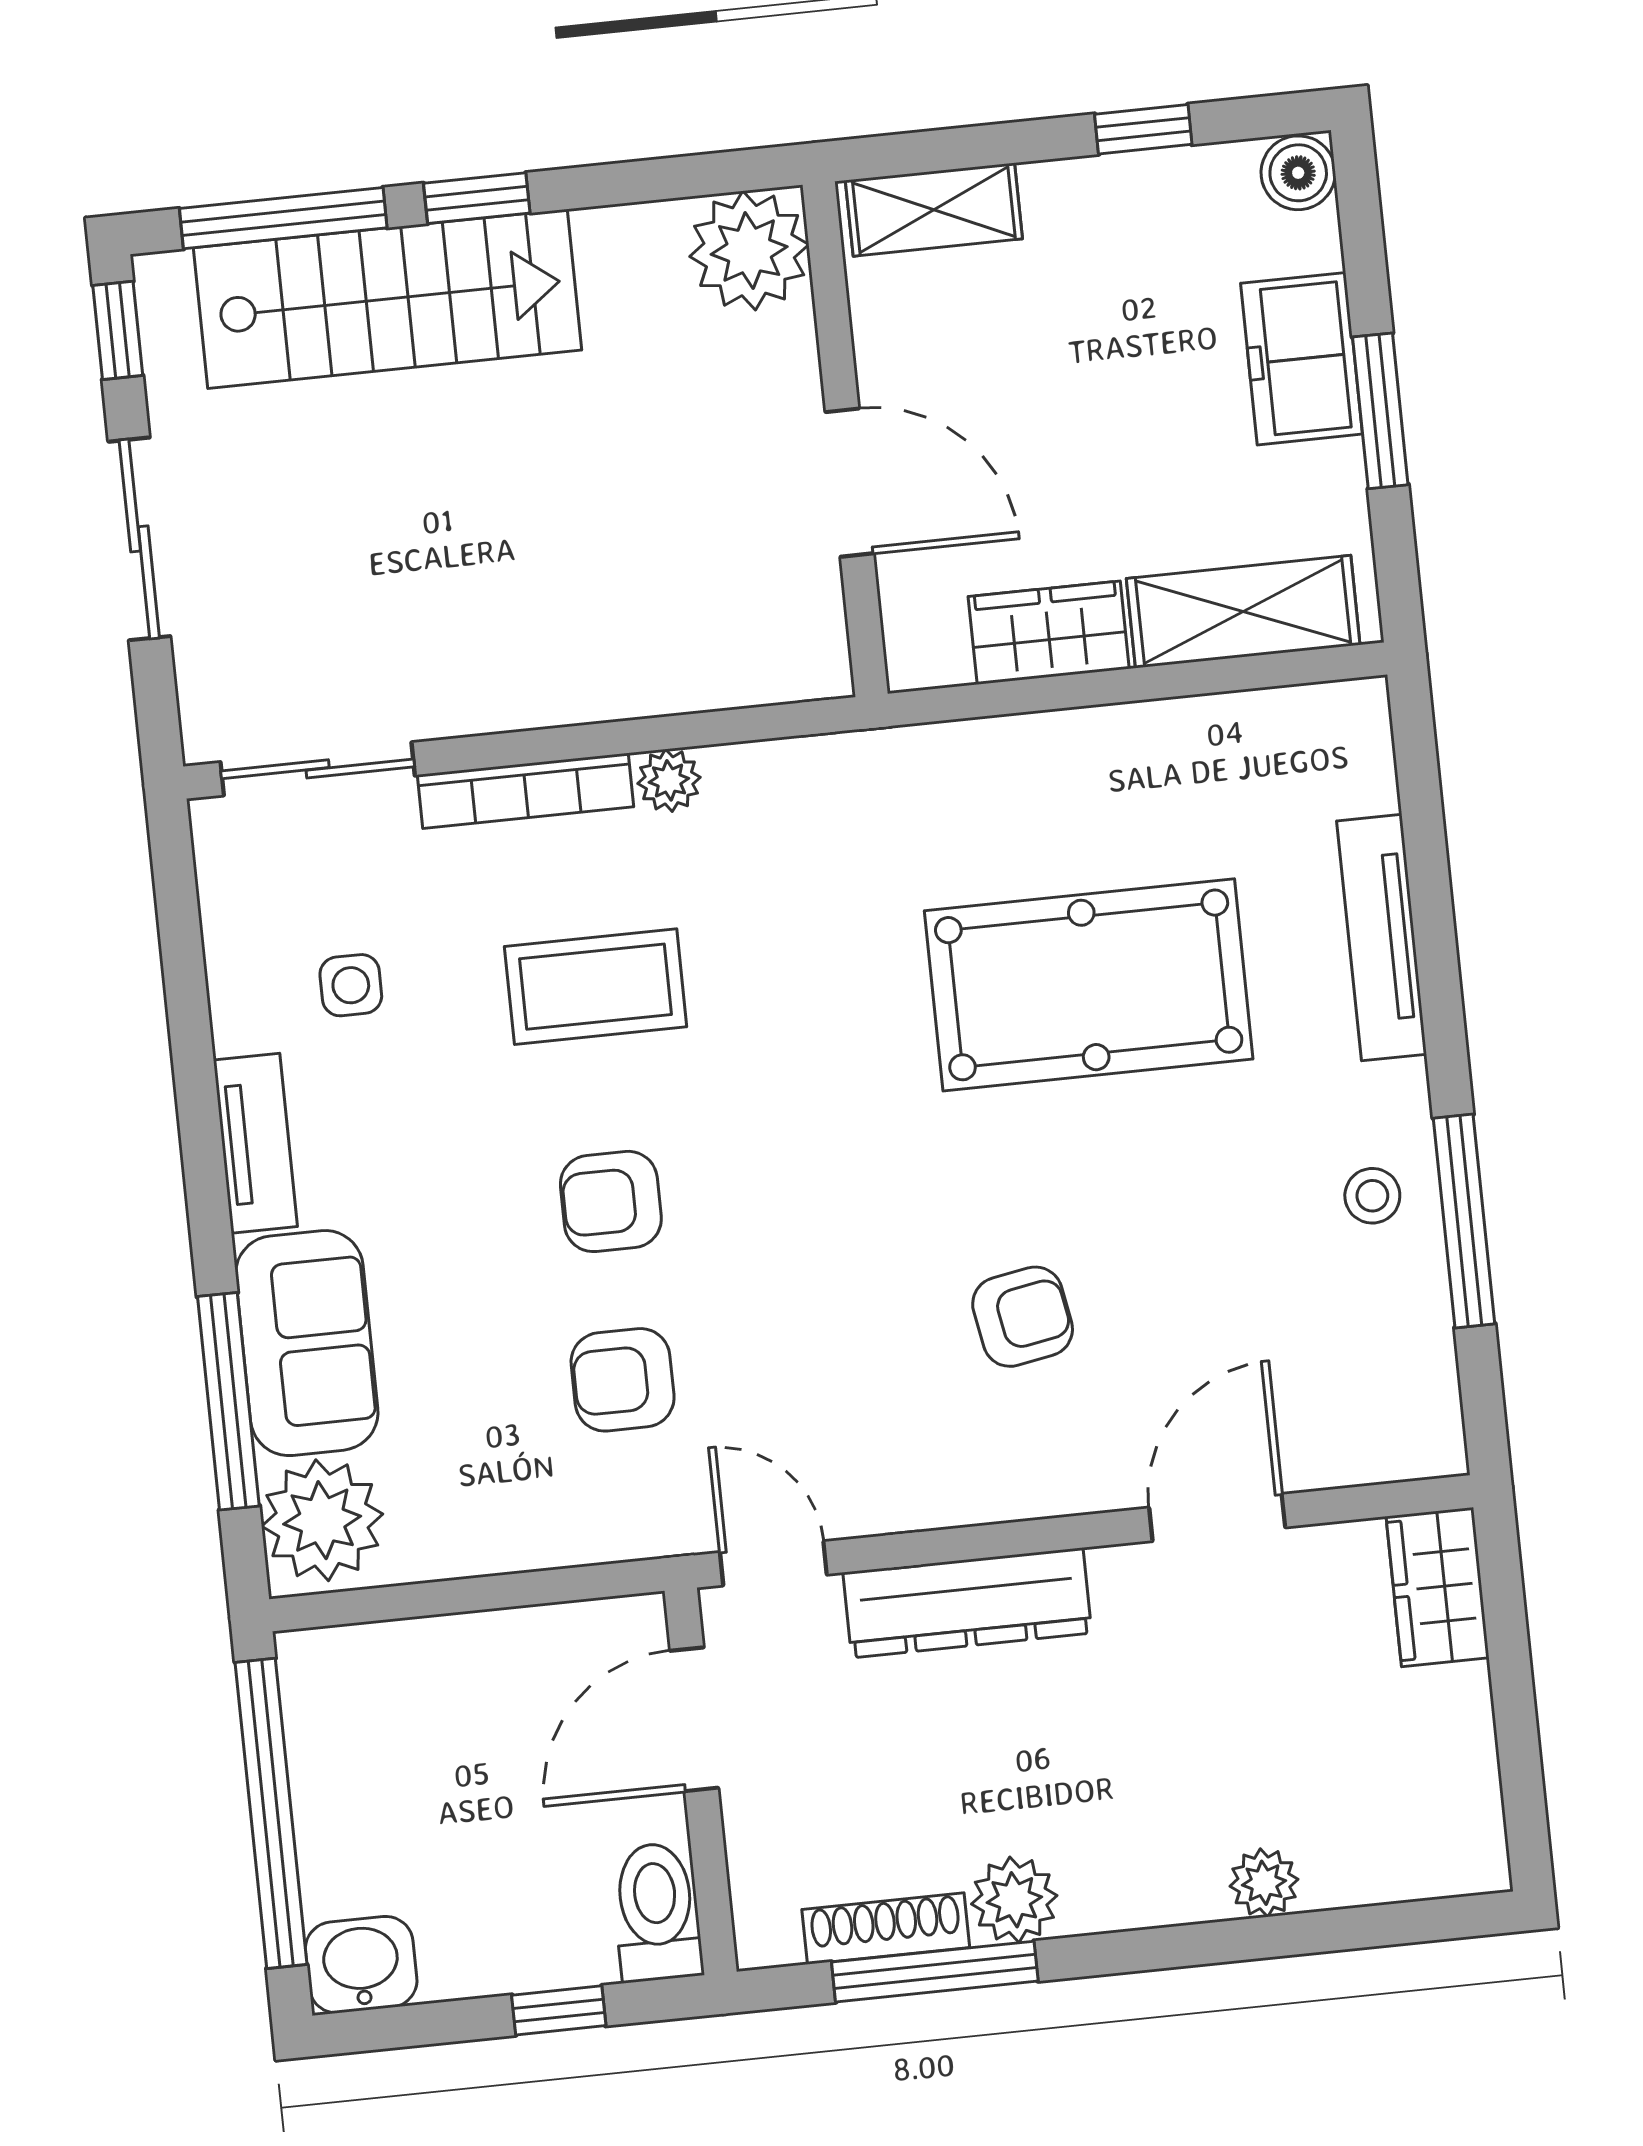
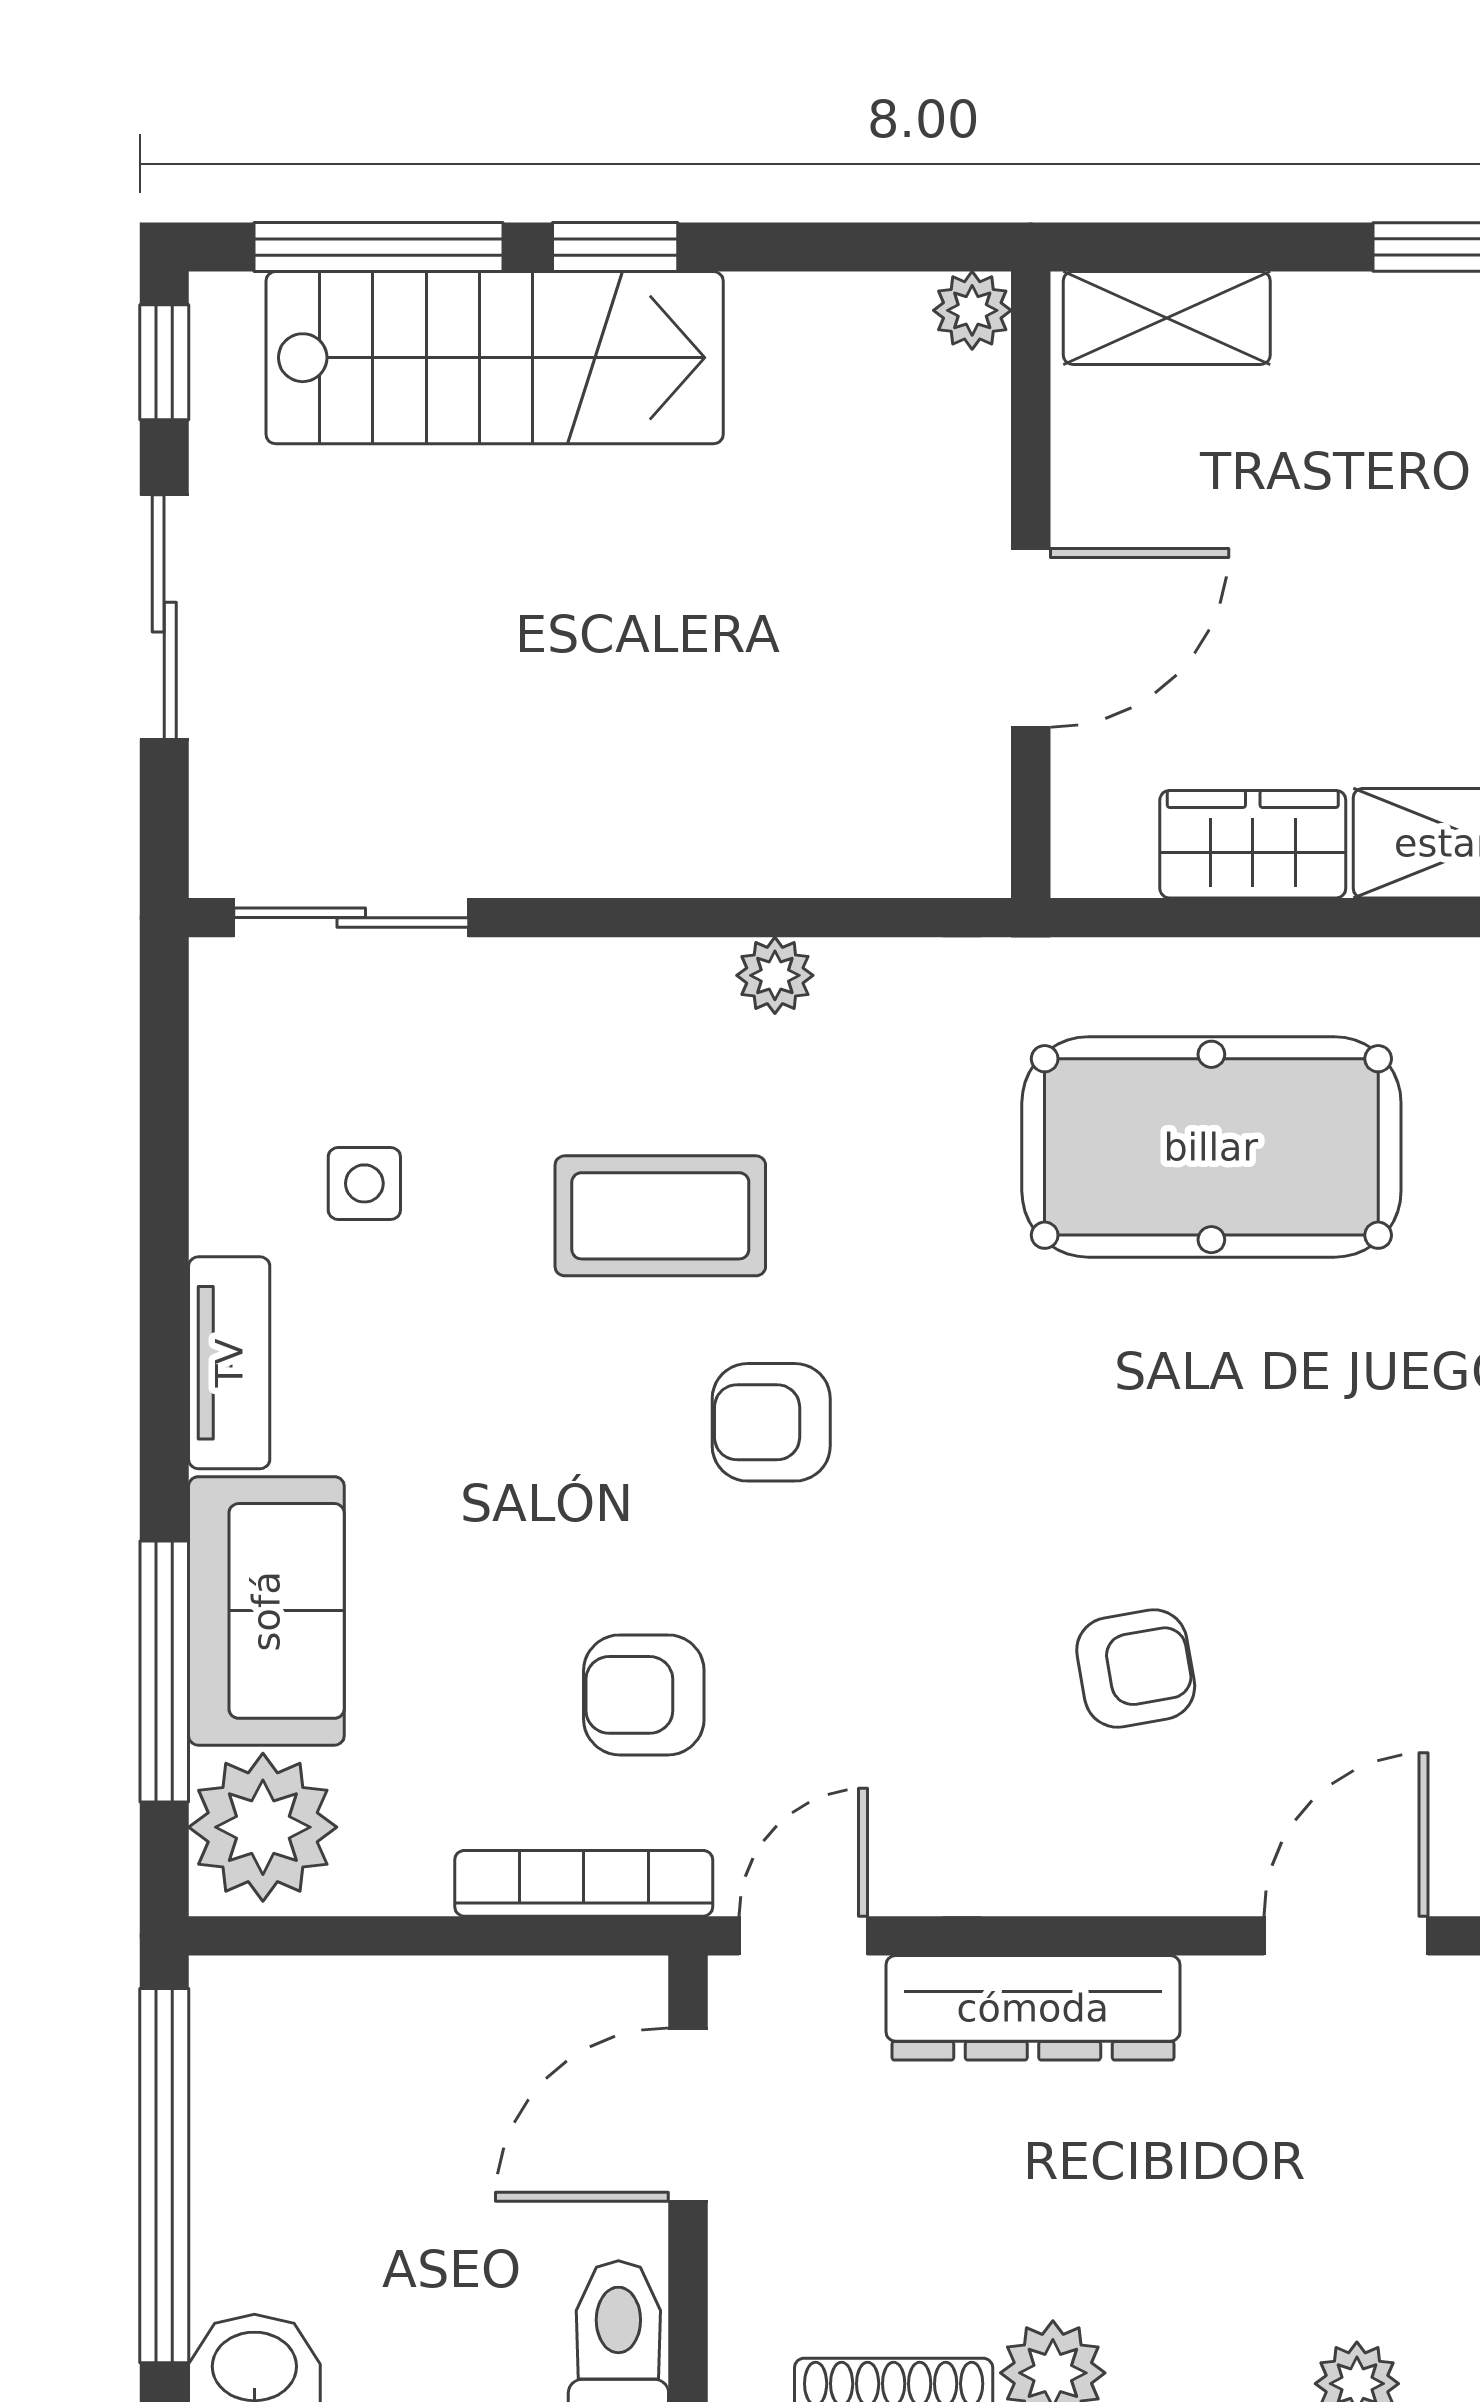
plant: (749, 251) -> (972, 310), width x0.53, depth x0.53
door: (850, 483) -> (1031, 638), hinge flipped
bookcase: (525, 791) -> (584, 1883), moved, turned 180
pool table: (1089, 985) -> (1211, 1147), moved
armchair: (611, 1201) -> (771, 1422), moved
door: (773, 1563) -> (803, 1936), hinge flipped

